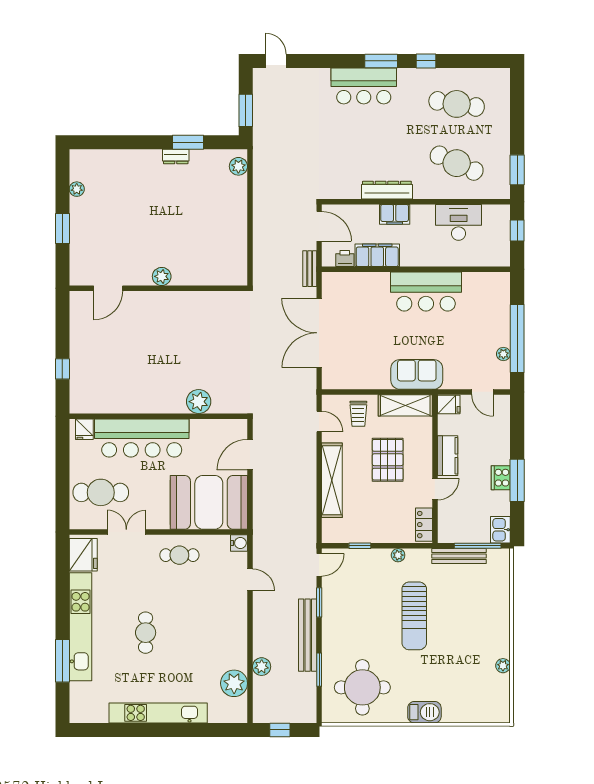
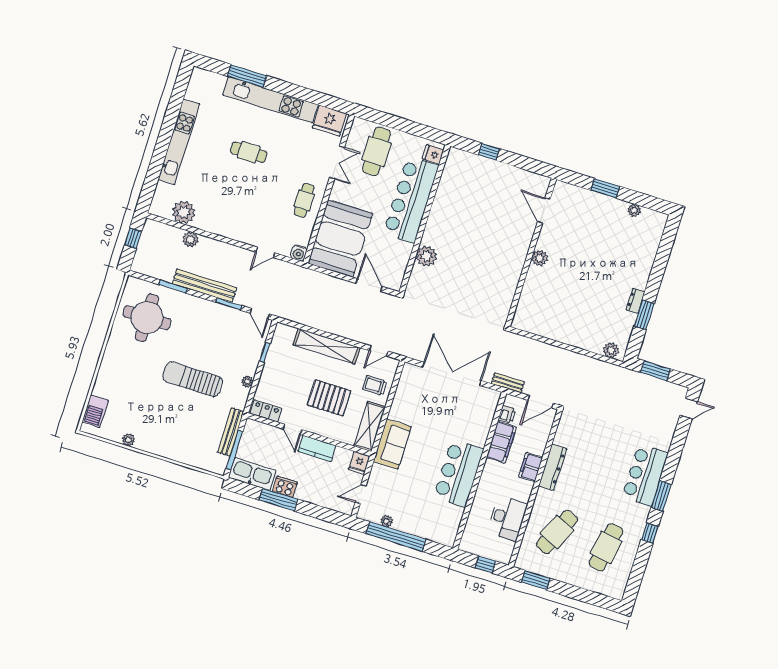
kitchen sink: (500, 530) -> (252, 474), width x1.88, depth x1.24
barbecue: (424, 712) -> (95, 411), moved

